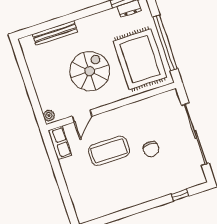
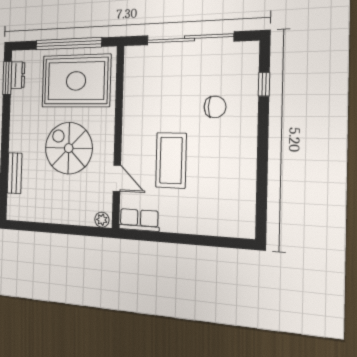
bench: (55, 33) -> (15, 173), width x0.73
chair: (151, 149) -> (215, 107), moved

